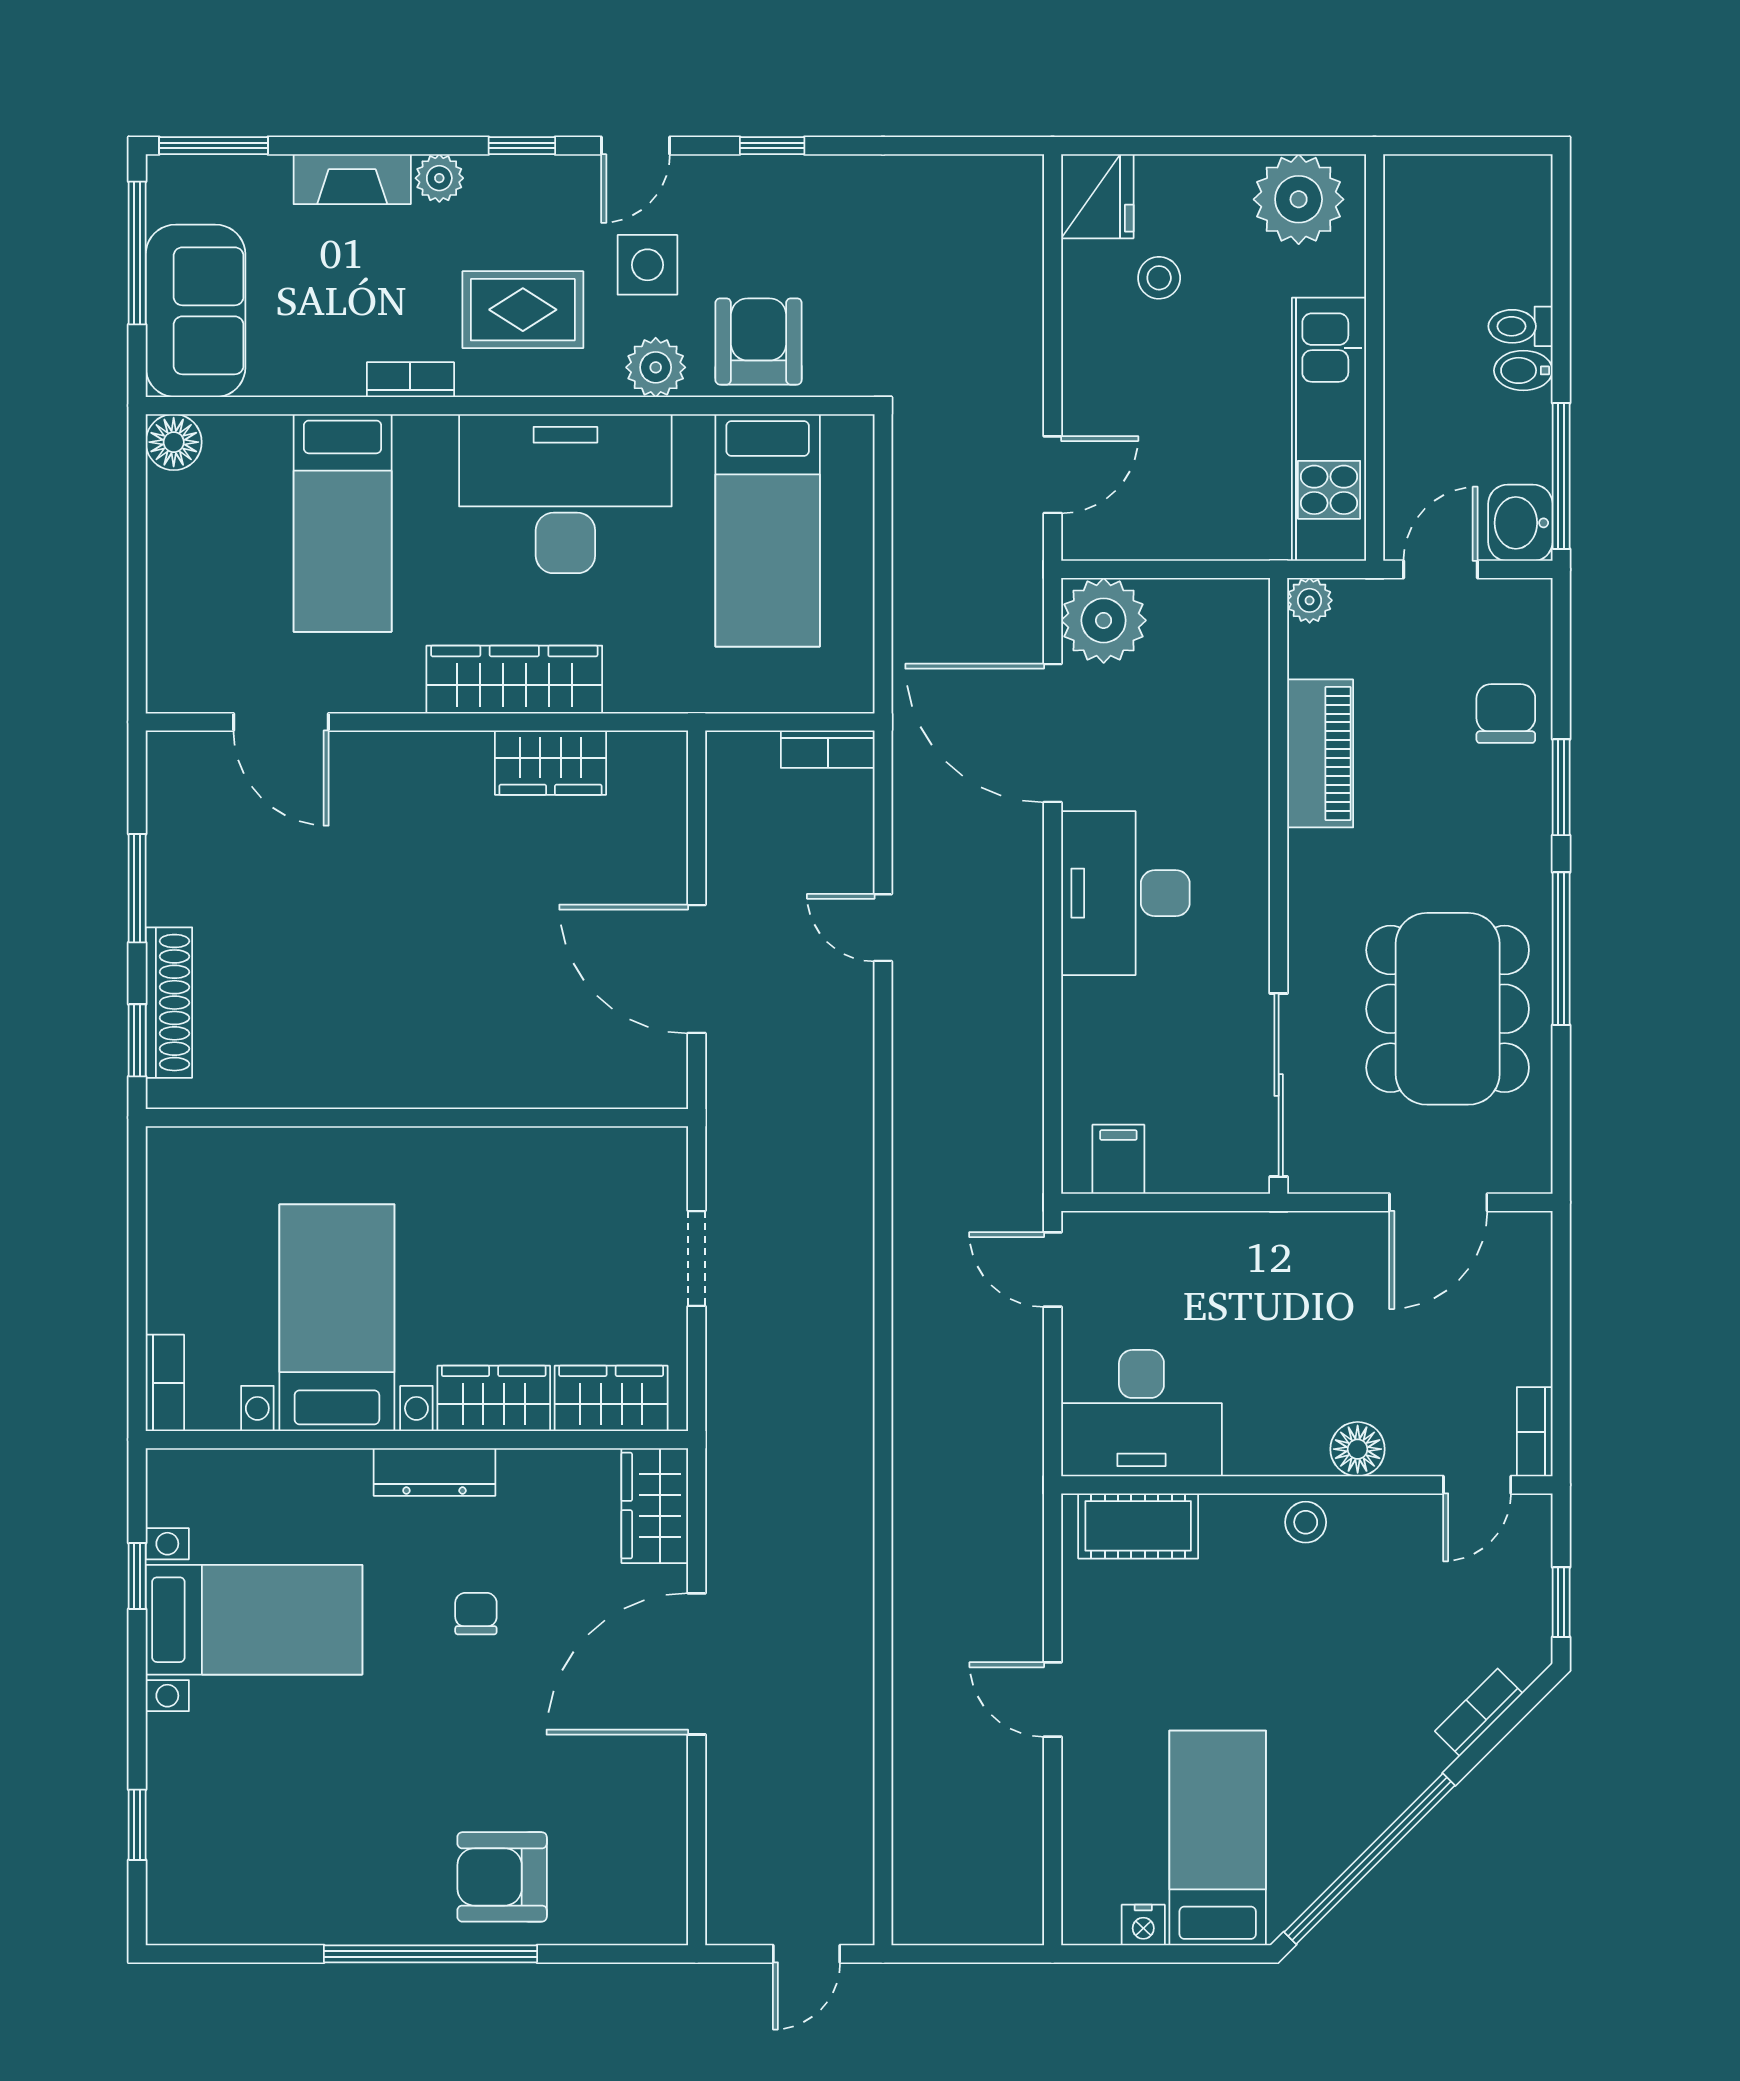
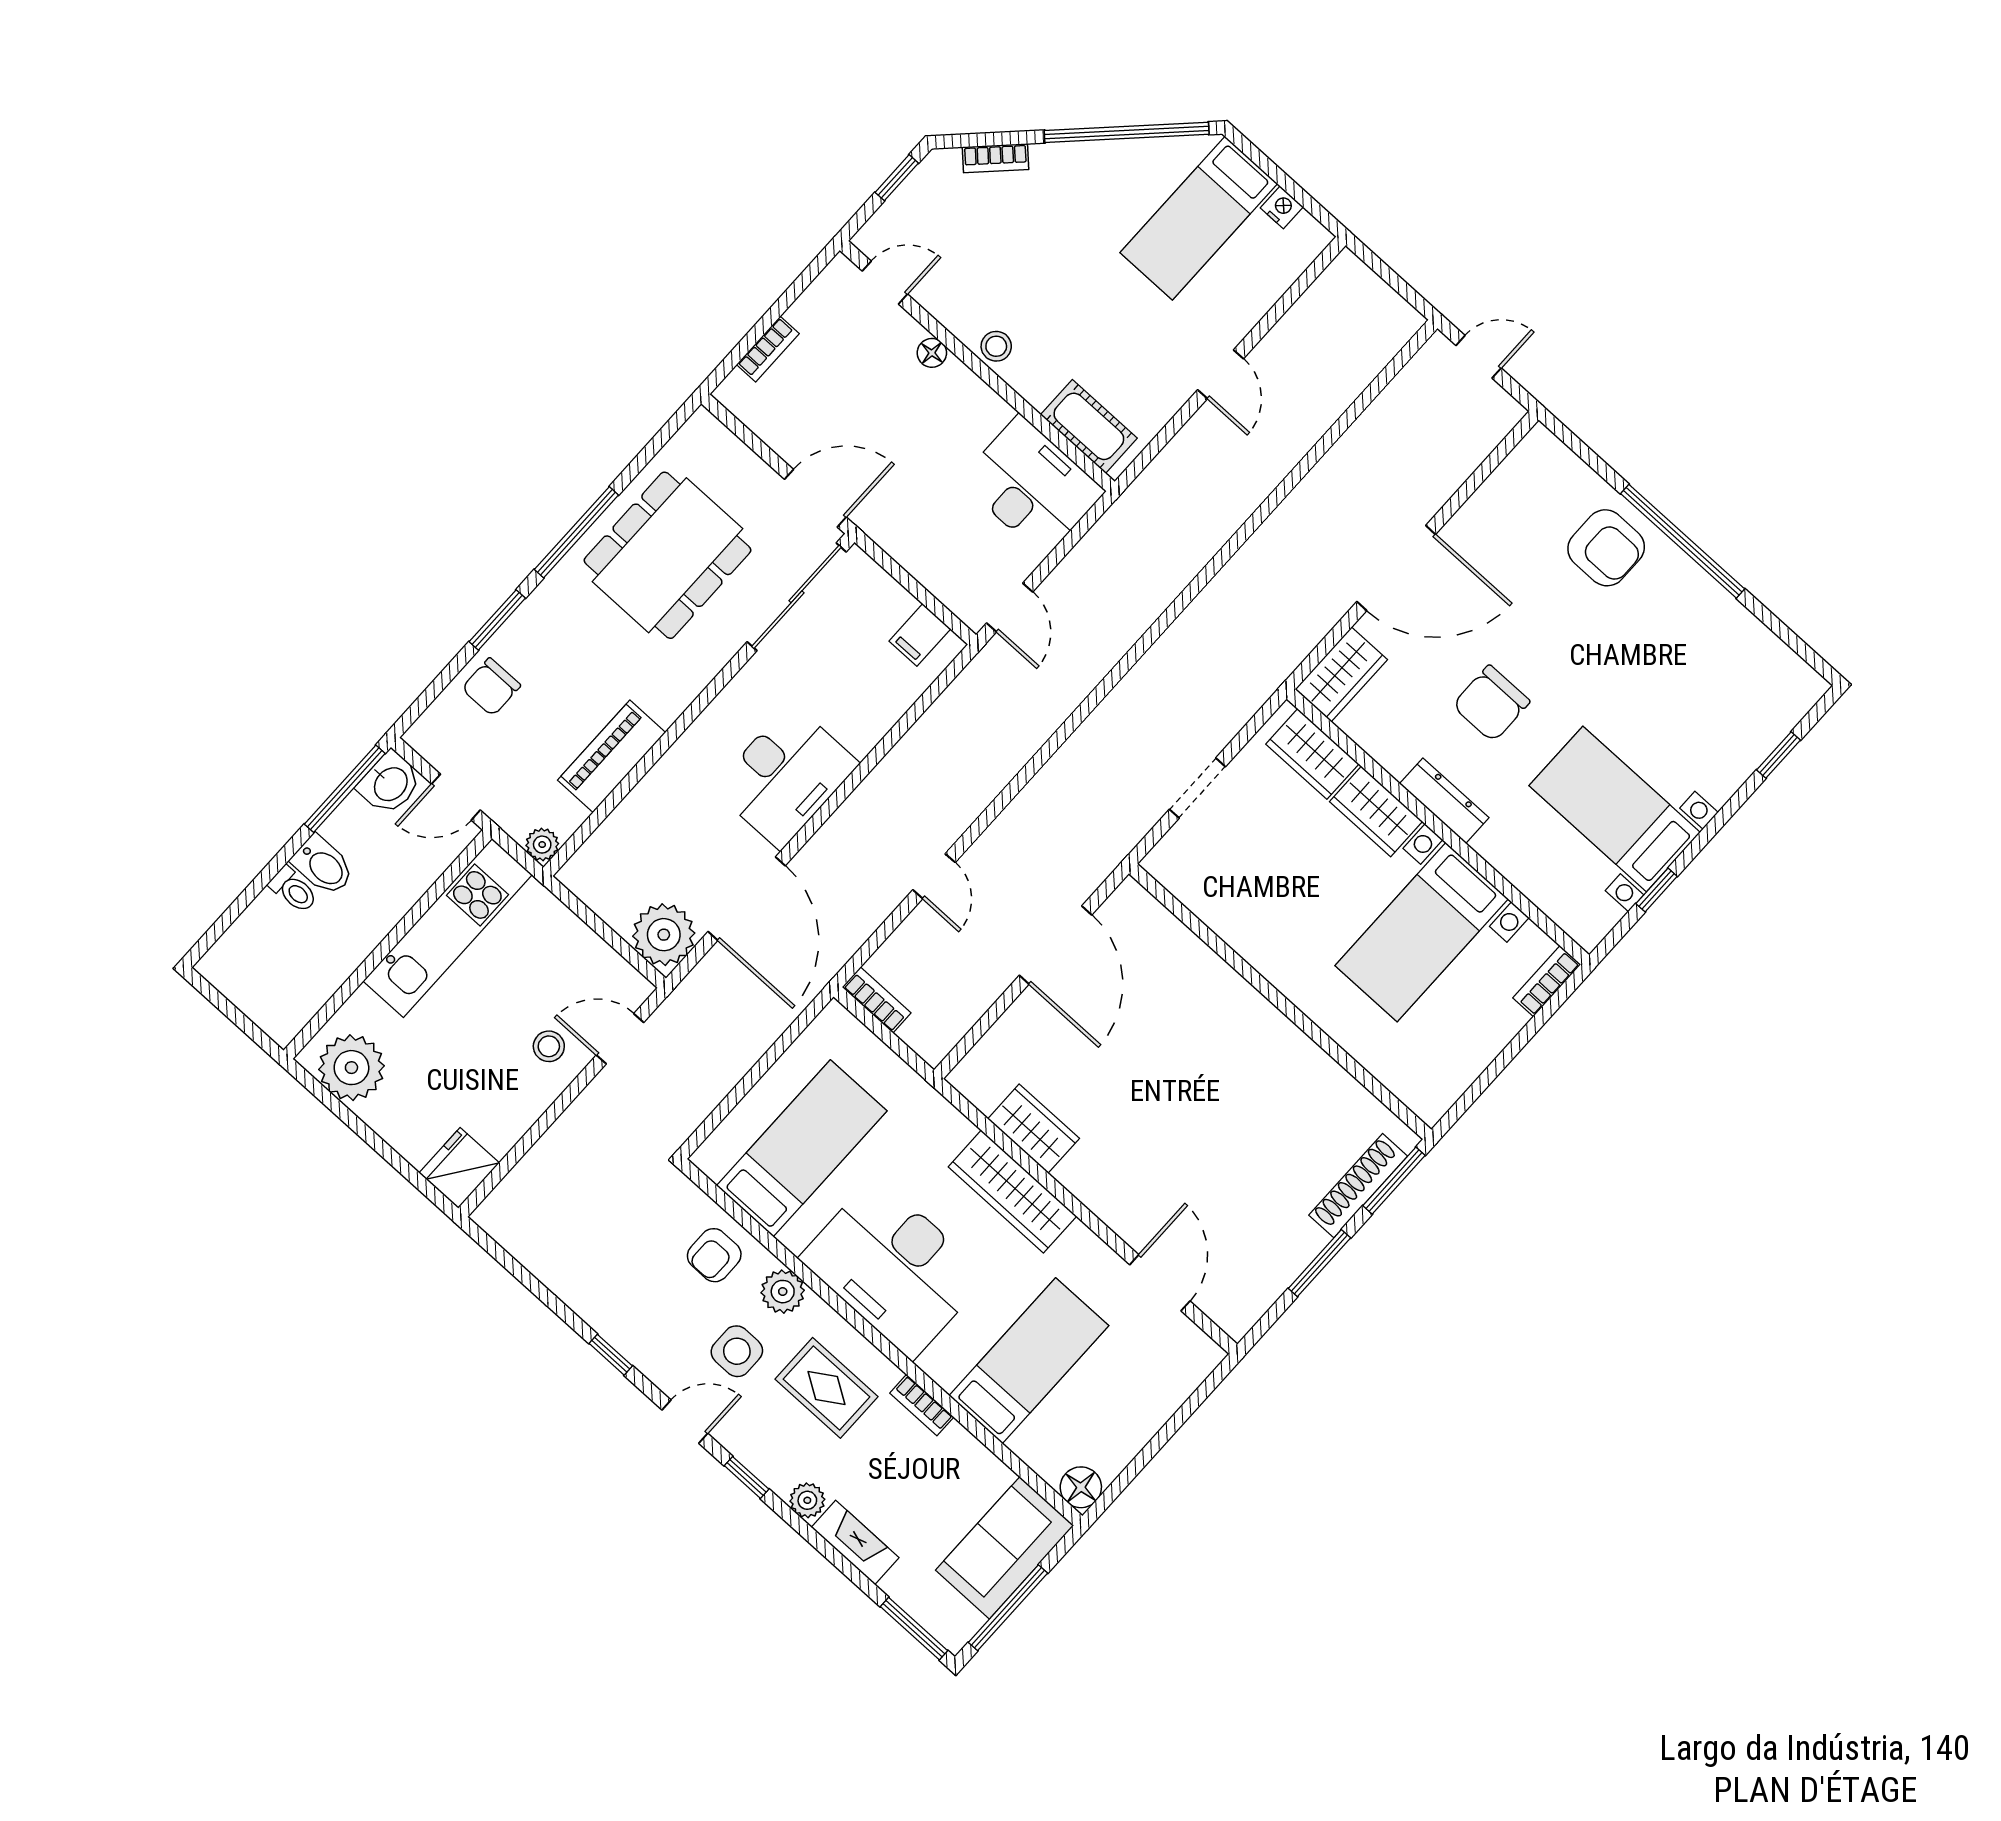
stool: (1159, 278) -> (549, 1046), moved
armchair: (759, 341) -> (714, 1255), width x0.72, depth x0.72
bidet: (1523, 370) -> (323, 866), width x1.38, depth x1.36
window: (137, 1040) -> (1394, 1181), width x1.50
door: (1438, 1202) -> (815, 498), moved
bookcase: (1535, 1432) -> (768, 349), moved
floor lamp: (1358, 1449) -> (932, 353), width x0.73, depth x0.73
chair: (476, 1614) -> (1491, 703), width x1.87, depth x1.87

